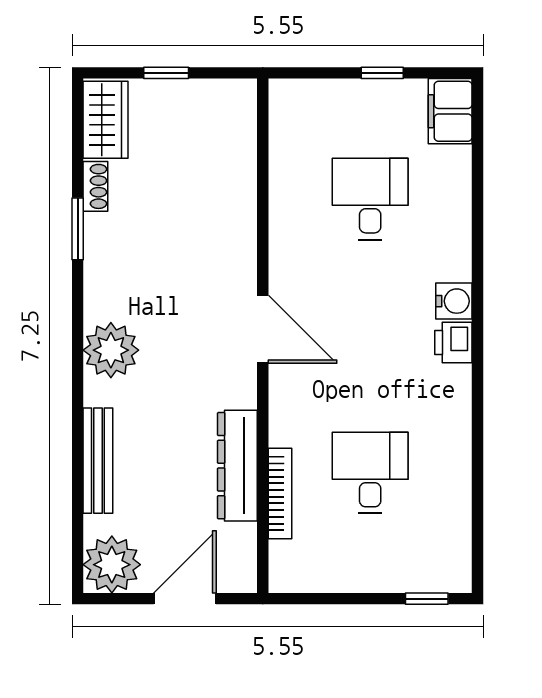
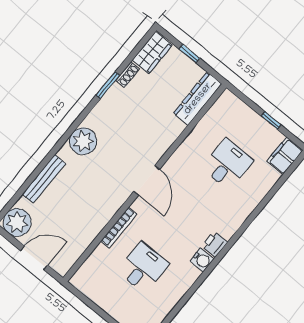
water cooler: (454, 301) -> (202, 260), moved
dresser: (237, 466) -> (198, 99), moved
bookcase: (280, 493) -> (119, 228), moved

